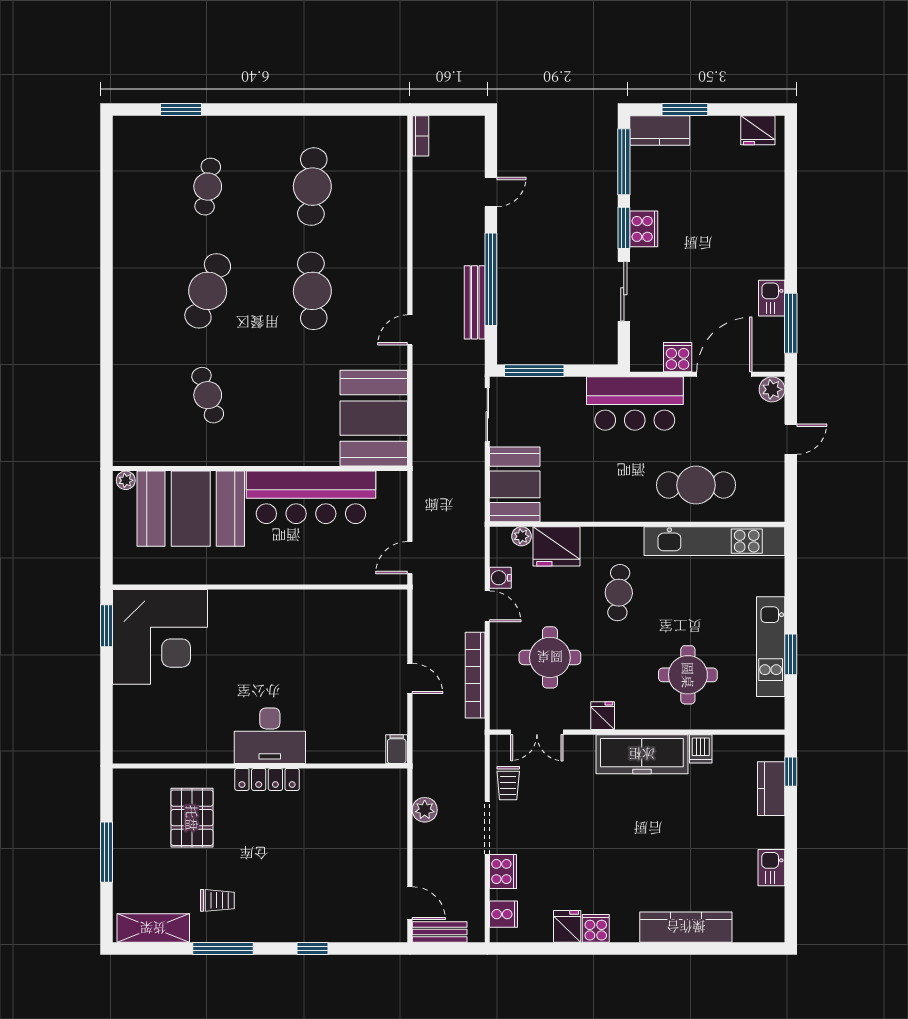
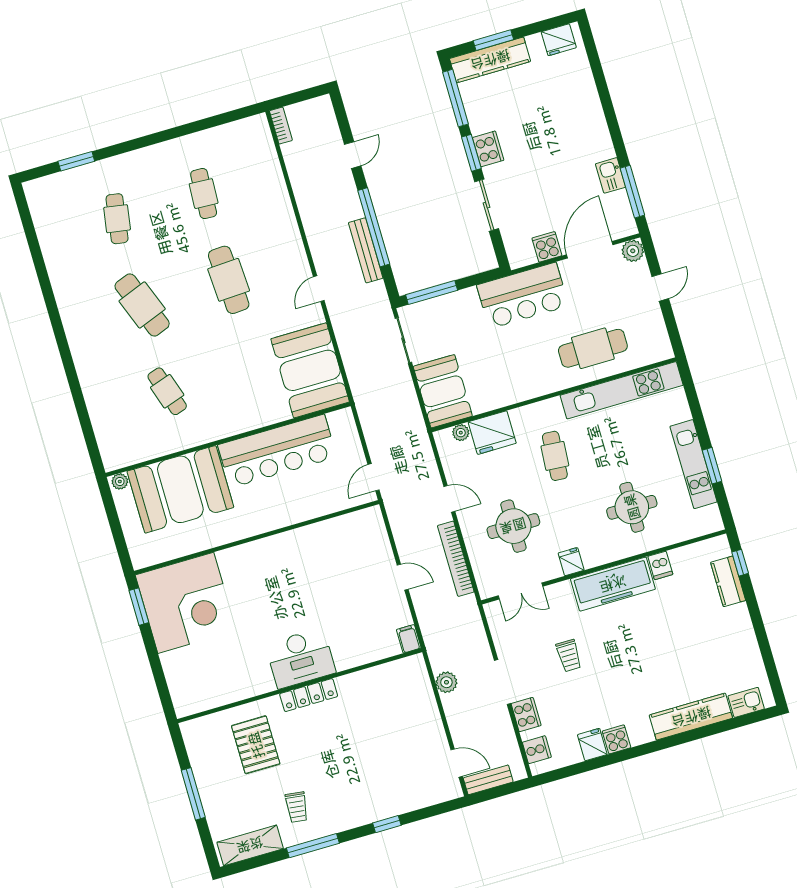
kitchen counter: (660, 130) -> (490, 60), width x1.50
cafe table: (312, 187) -> (204, 194), width x0.73, depth x0.74
cafe table: (208, 291) -> (142, 305), turned -42
water cooler: (500, 578) -> (453, 472), removed
trolley: (508, 783) -> (569, 656), moved
kitchen sink: (771, 868) -> (746, 702), moved, turned 90
trolley: (217, 900) -> (297, 807), turned 97

